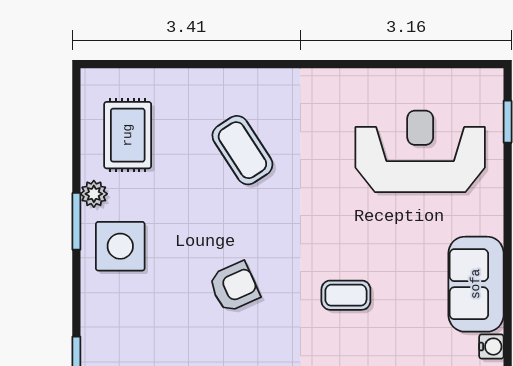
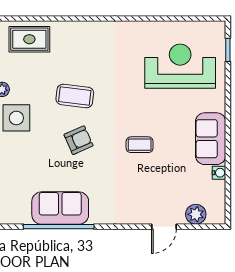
rug: (128, 135) -> (29, 39), moved, turned 90
coffee table: (242, 150) -> (75, 96), moved, turned -50

